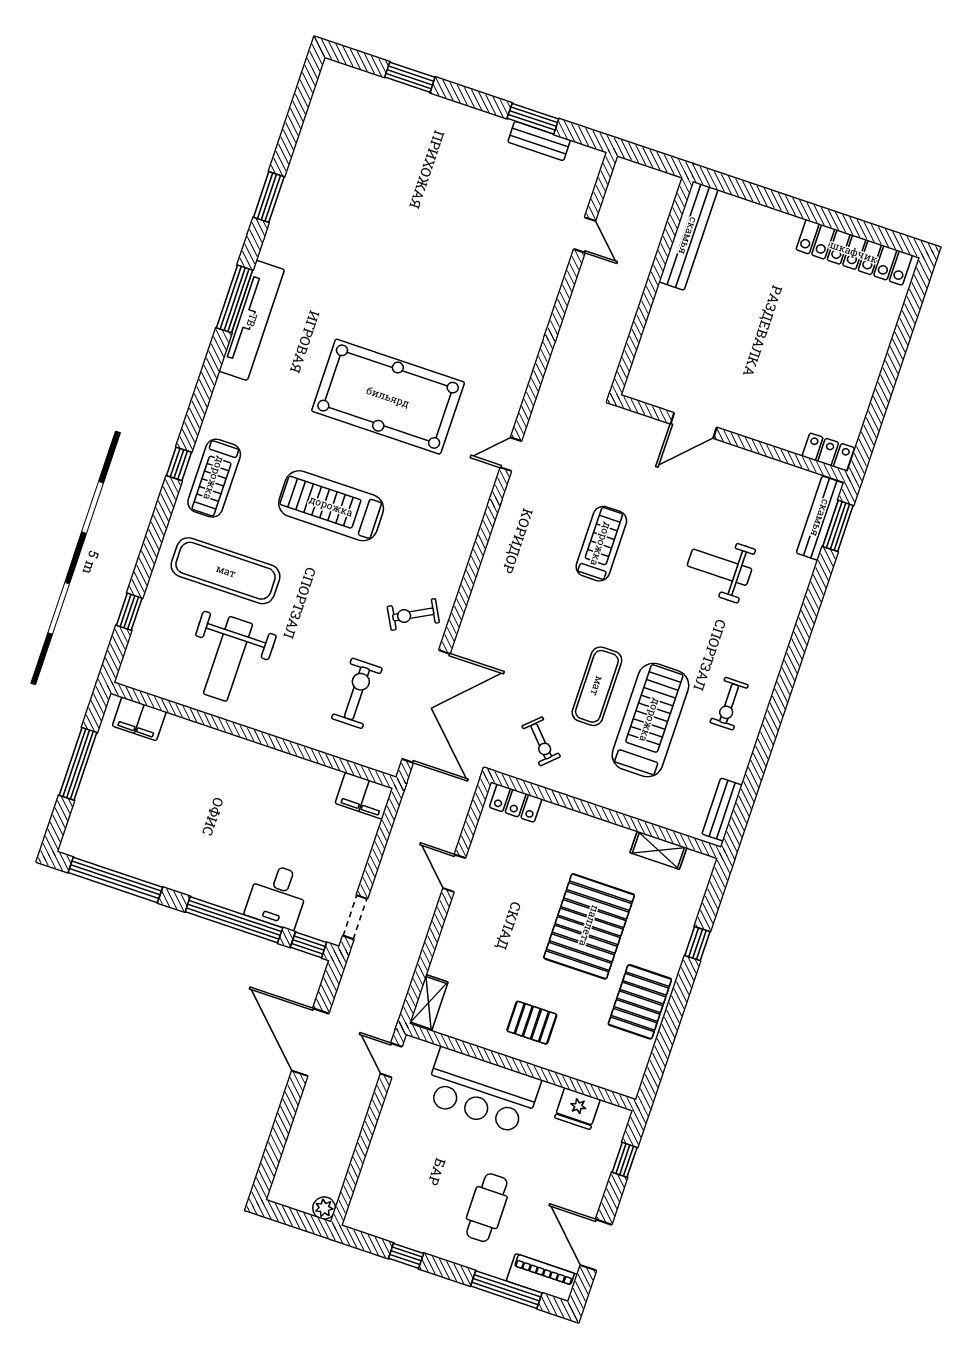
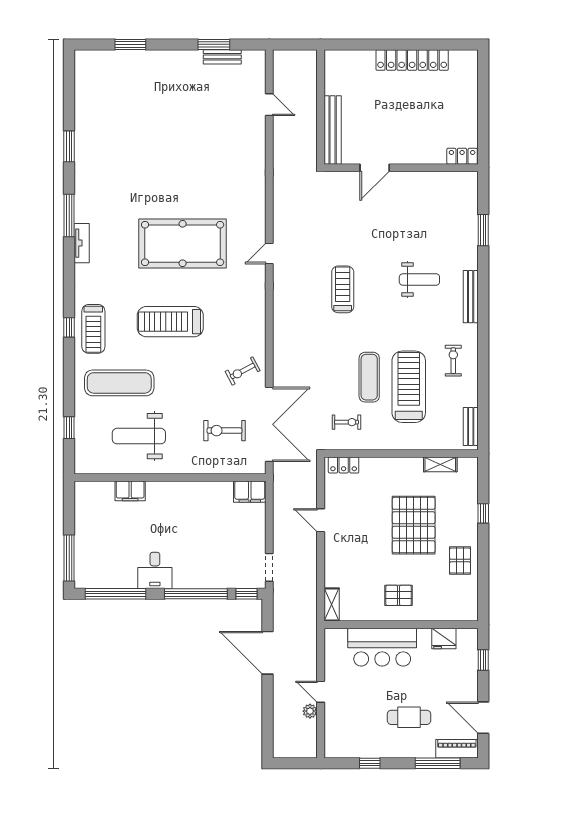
bench: (688, 236) -> (333, 130), moved
locker: (854, 252) -> (412, 60), moved
tv unit: (252, 320) -> (82, 243), width x0.52, depth x0.78
door: (694, 426) -> (375, 168), moved
wall: (732, 439) -> (401, 168), moved
locker: (828, 452) -> (462, 156), moved
bench: (820, 518) -> (471, 297), moved
weight bench: (719, 567) -> (419, 280), turned 180
weight bench: (228, 659) -> (139, 436), turned 90
exercise bike: (357, 693) -> (224, 431), turned -90
exercise bike: (729, 704) -> (453, 361), turned 180
filing cabinet: (139, 719) -> (130, 491), moved
exercise bike: (541, 741) -> (347, 422), turned -47
window: (78, 764) -> (69, 558), moved
desk: (278, 896) -> (155, 570), moved
pallet: (640, 1002) -> (460, 561), width x0.67, depth x0.71
door: (391, 1060) -> (321, 692), moved
plant: (324, 1208) -> (310, 711), moved
cafe table: (487, 1208) -> (409, 717), turned 90

